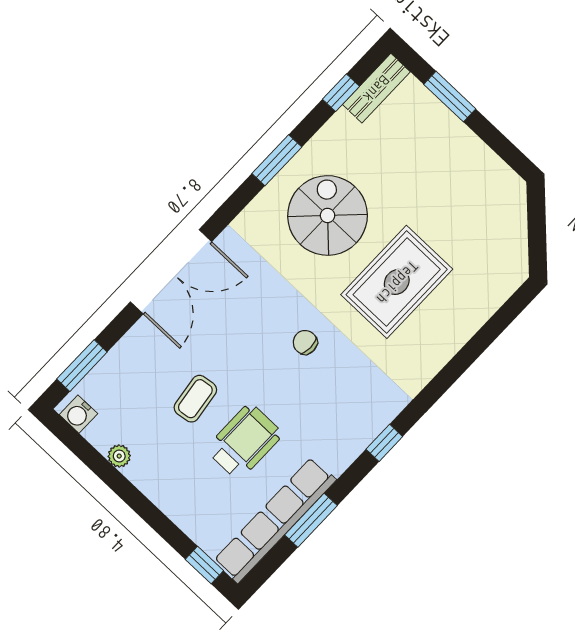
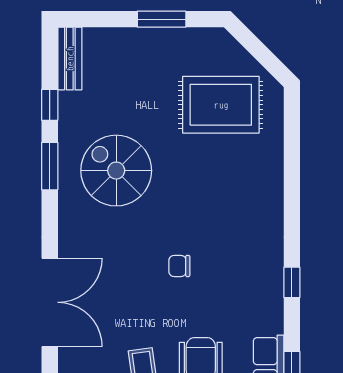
window: (341, 93) -> (50, 105), moved
window: (450, 97) -> (162, 19), moved
rug: (397, 282) -> (221, 105), moved, turned 90

